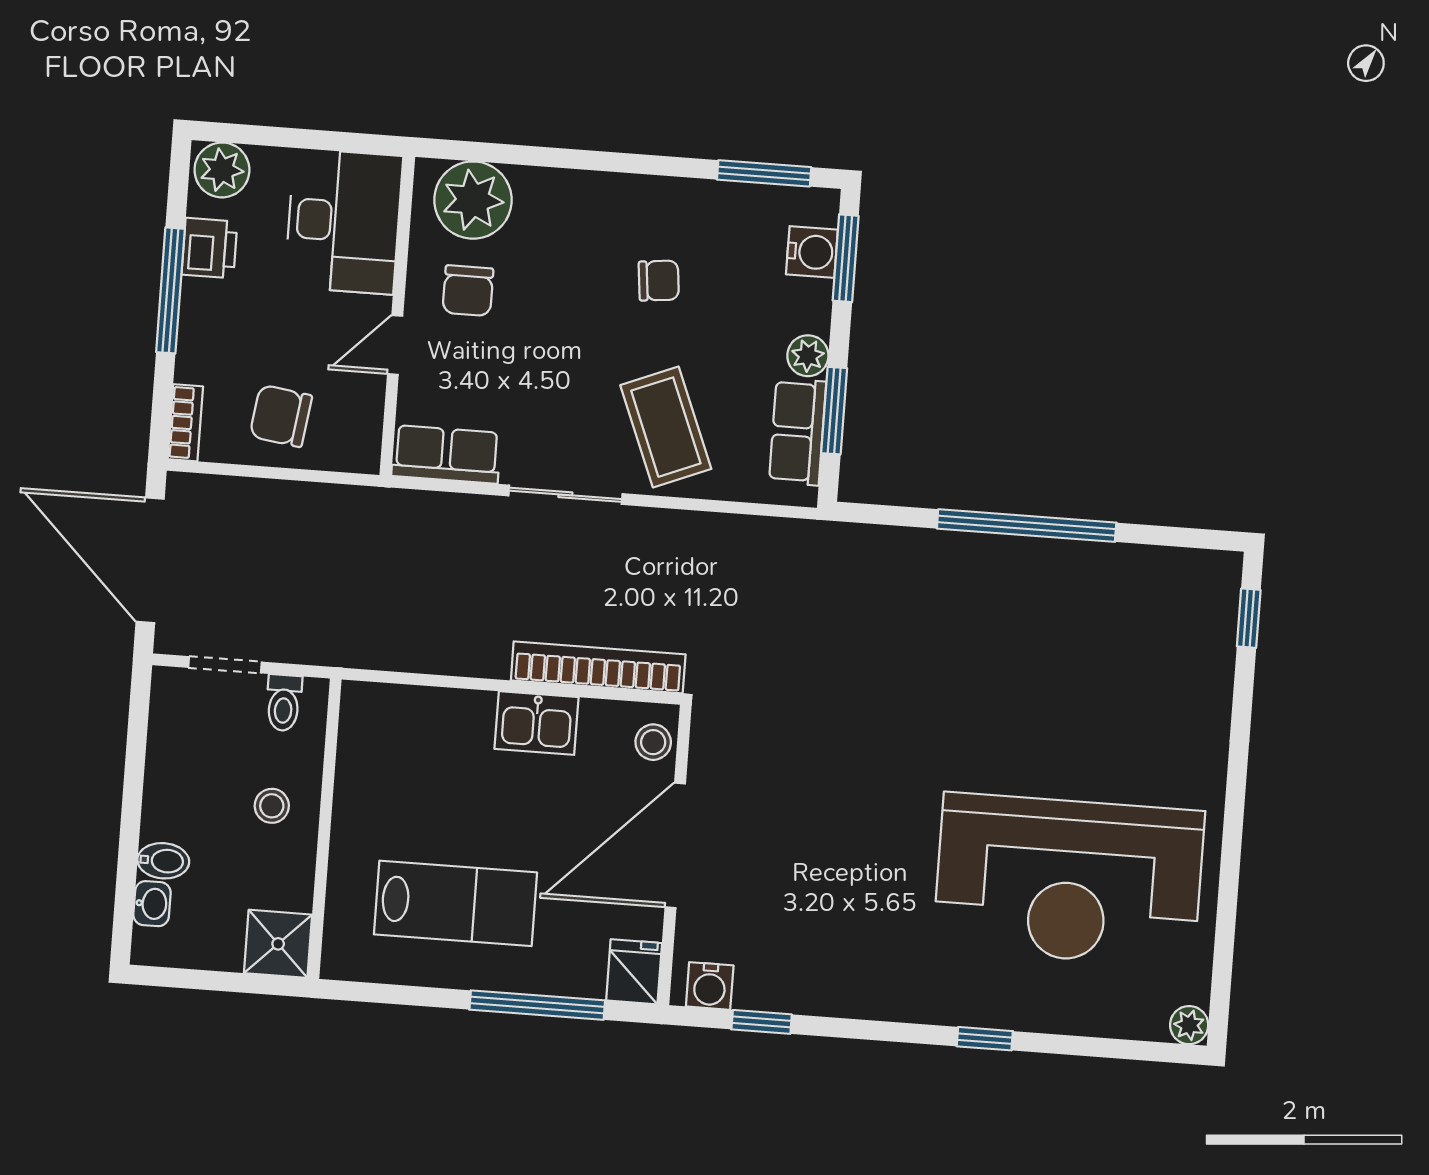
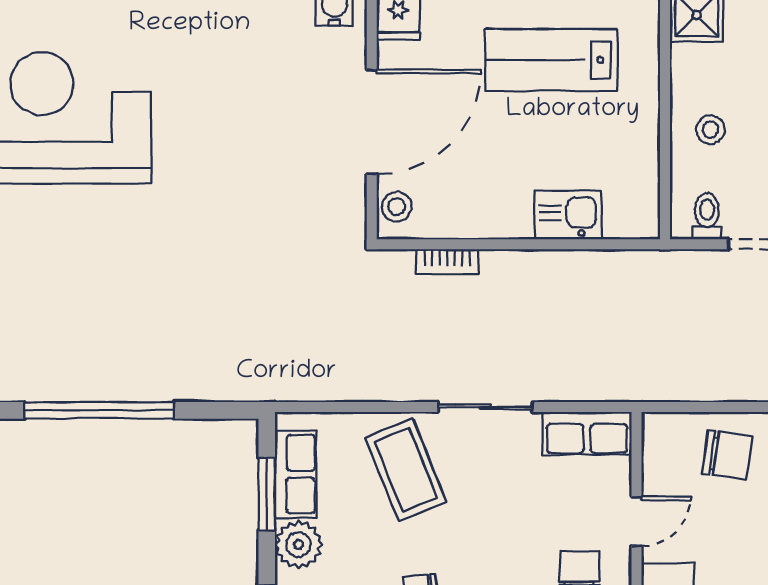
plant: (808, 356) -> (298, 545), width x1.38, depth x1.38
bookcase: (598, 667) -> (447, 262), width x0.43, depth x0.76
kitchen sink: (537, 723) -> (568, 215), moved

